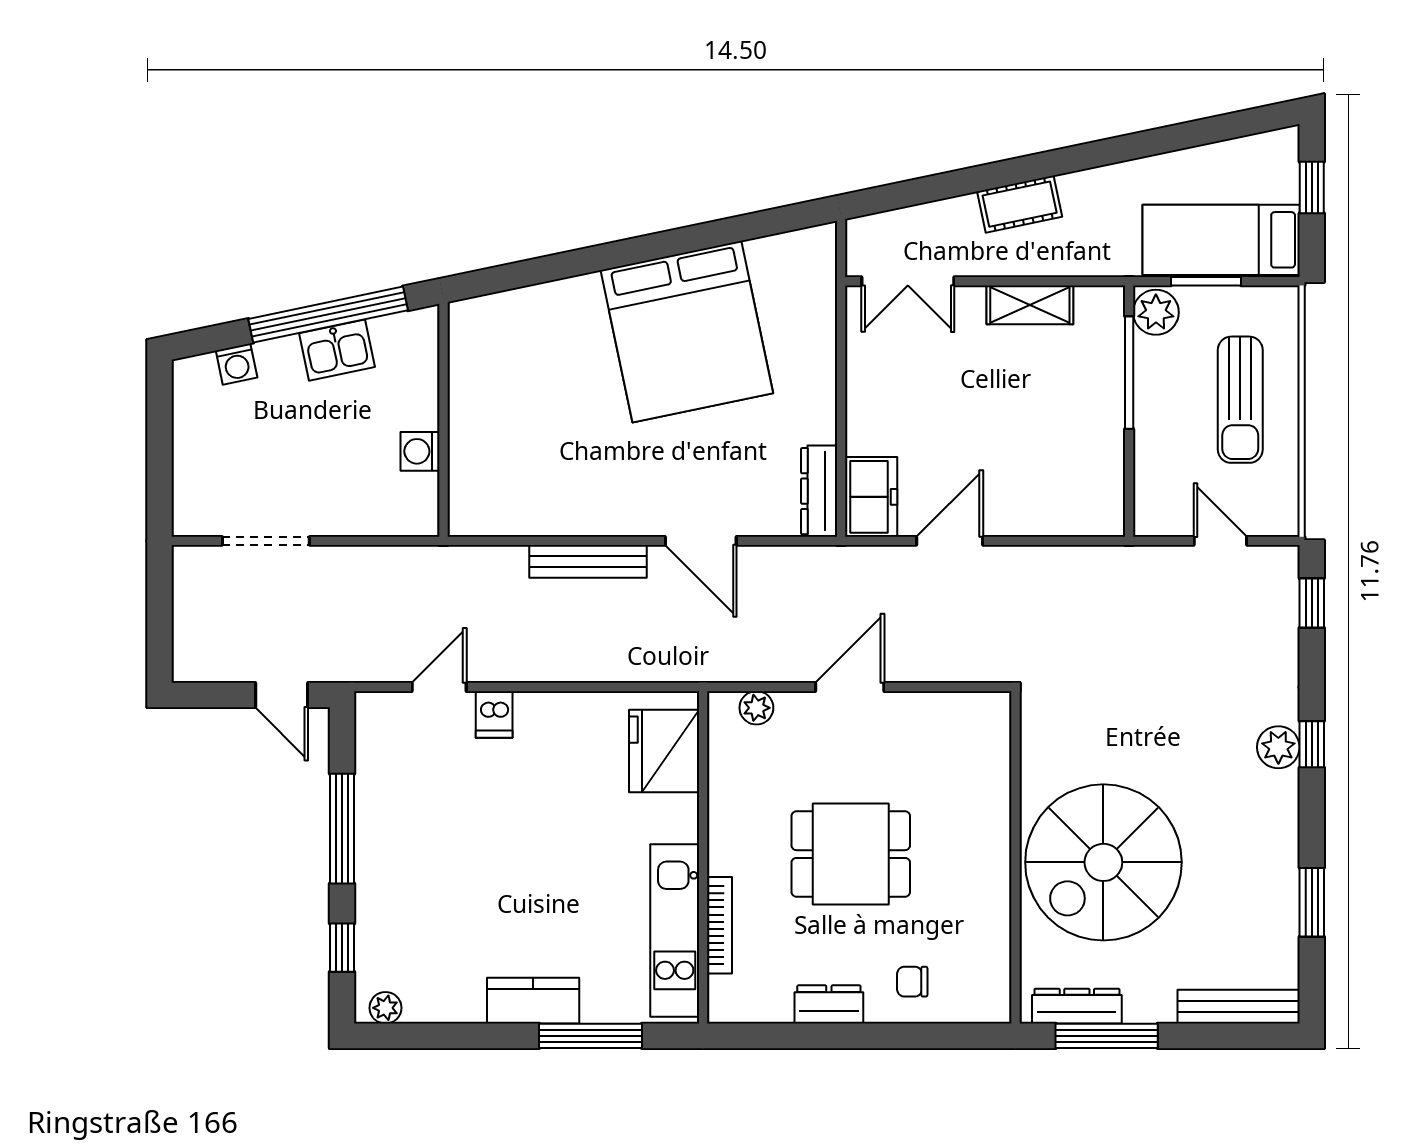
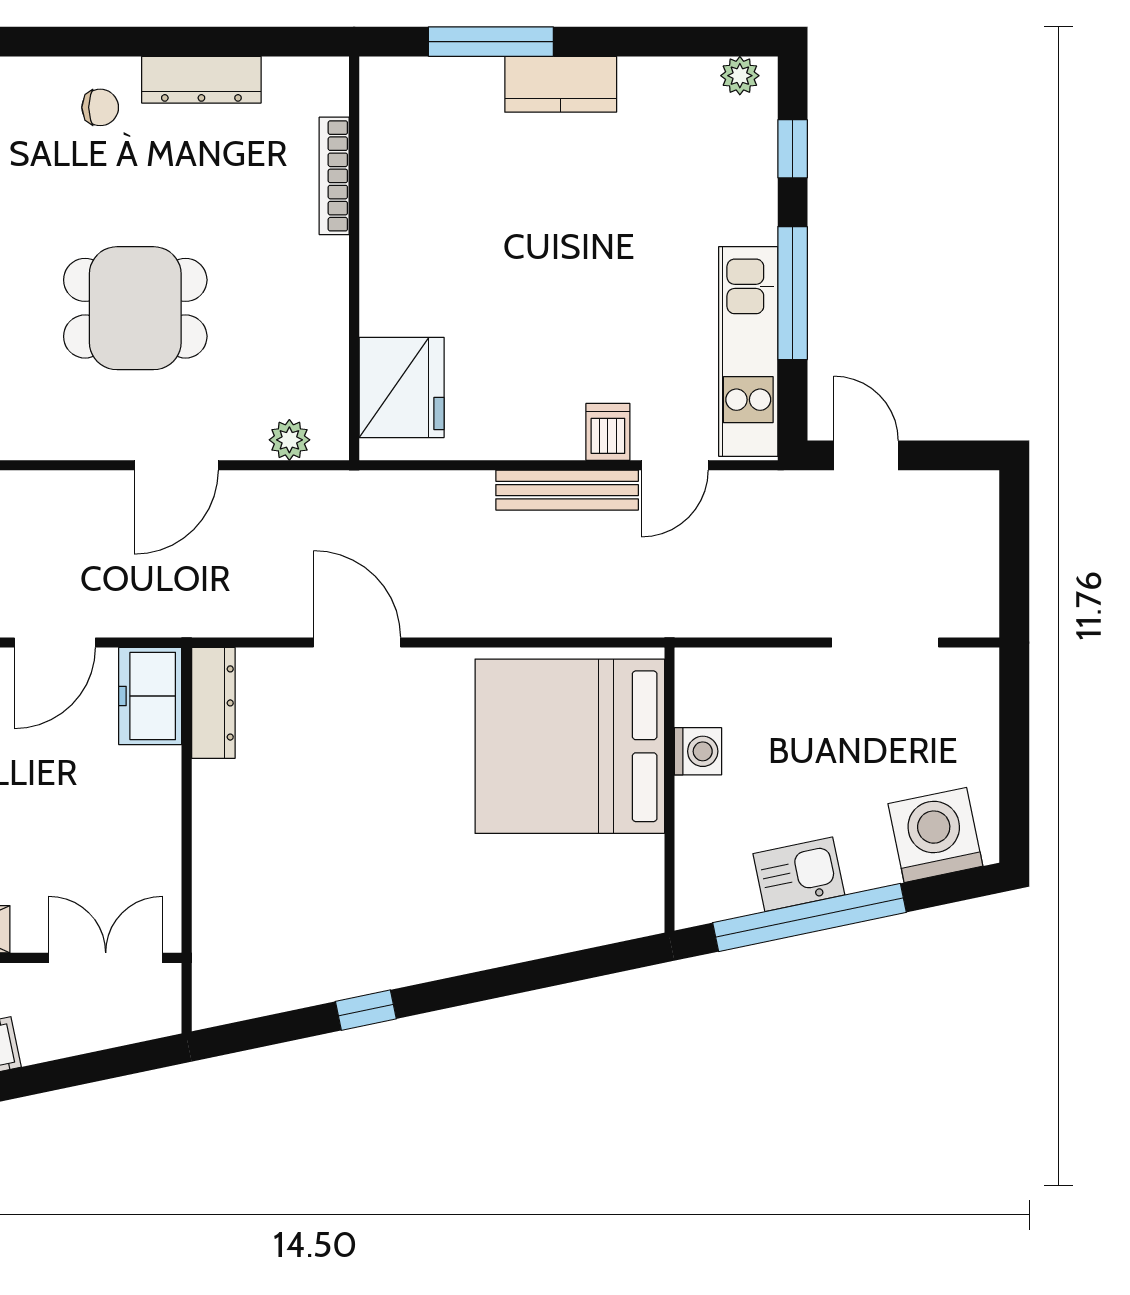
window: (693, 238) -> (366, 1010), added
bed: (687, 332) -> (570, 746), moved, turned -78
washing machine: (237, 364) -> (935, 835), width x1.89, depth x1.89
bench: (588, 561) -> (567, 490), moved
dining table: (851, 854) -> (135, 308), moved
kitchen unit: (675, 931) -> (748, 351), moved, turned 180
dresser: (829, 1004) -> (201, 80), width x1.44

